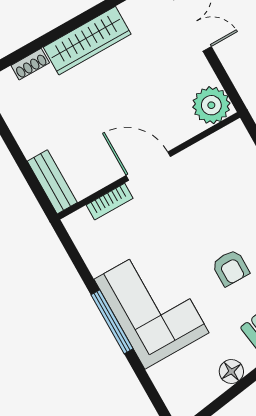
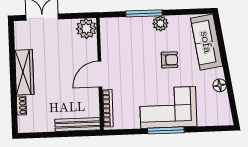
bench: (52, 182) -> (78, 125), width x1.36
bookcase: (110, 202) -> (108, 108), width x1.56

